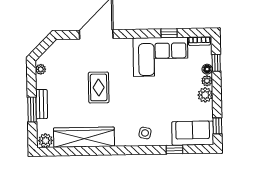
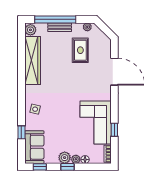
window: (216, 63) -> (67, 167), moved
rug: (99, 87) -> (80, 50), moved, turned 90
window: (32, 110) -> (55, 19), width x2.11

